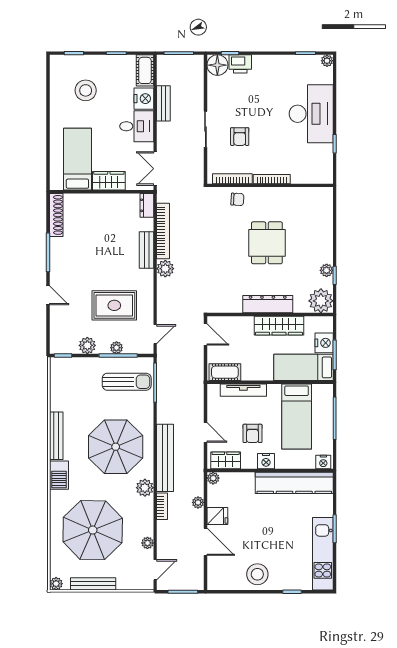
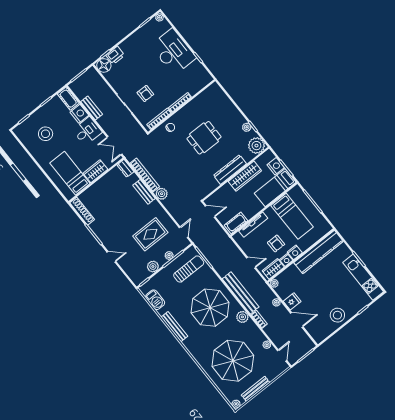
dining table: (267, 243) -> (204, 138), turned 90
nightstand: (323, 462) -> (286, 260), moved
barbecue: (59, 475) -> (155, 300), moved

